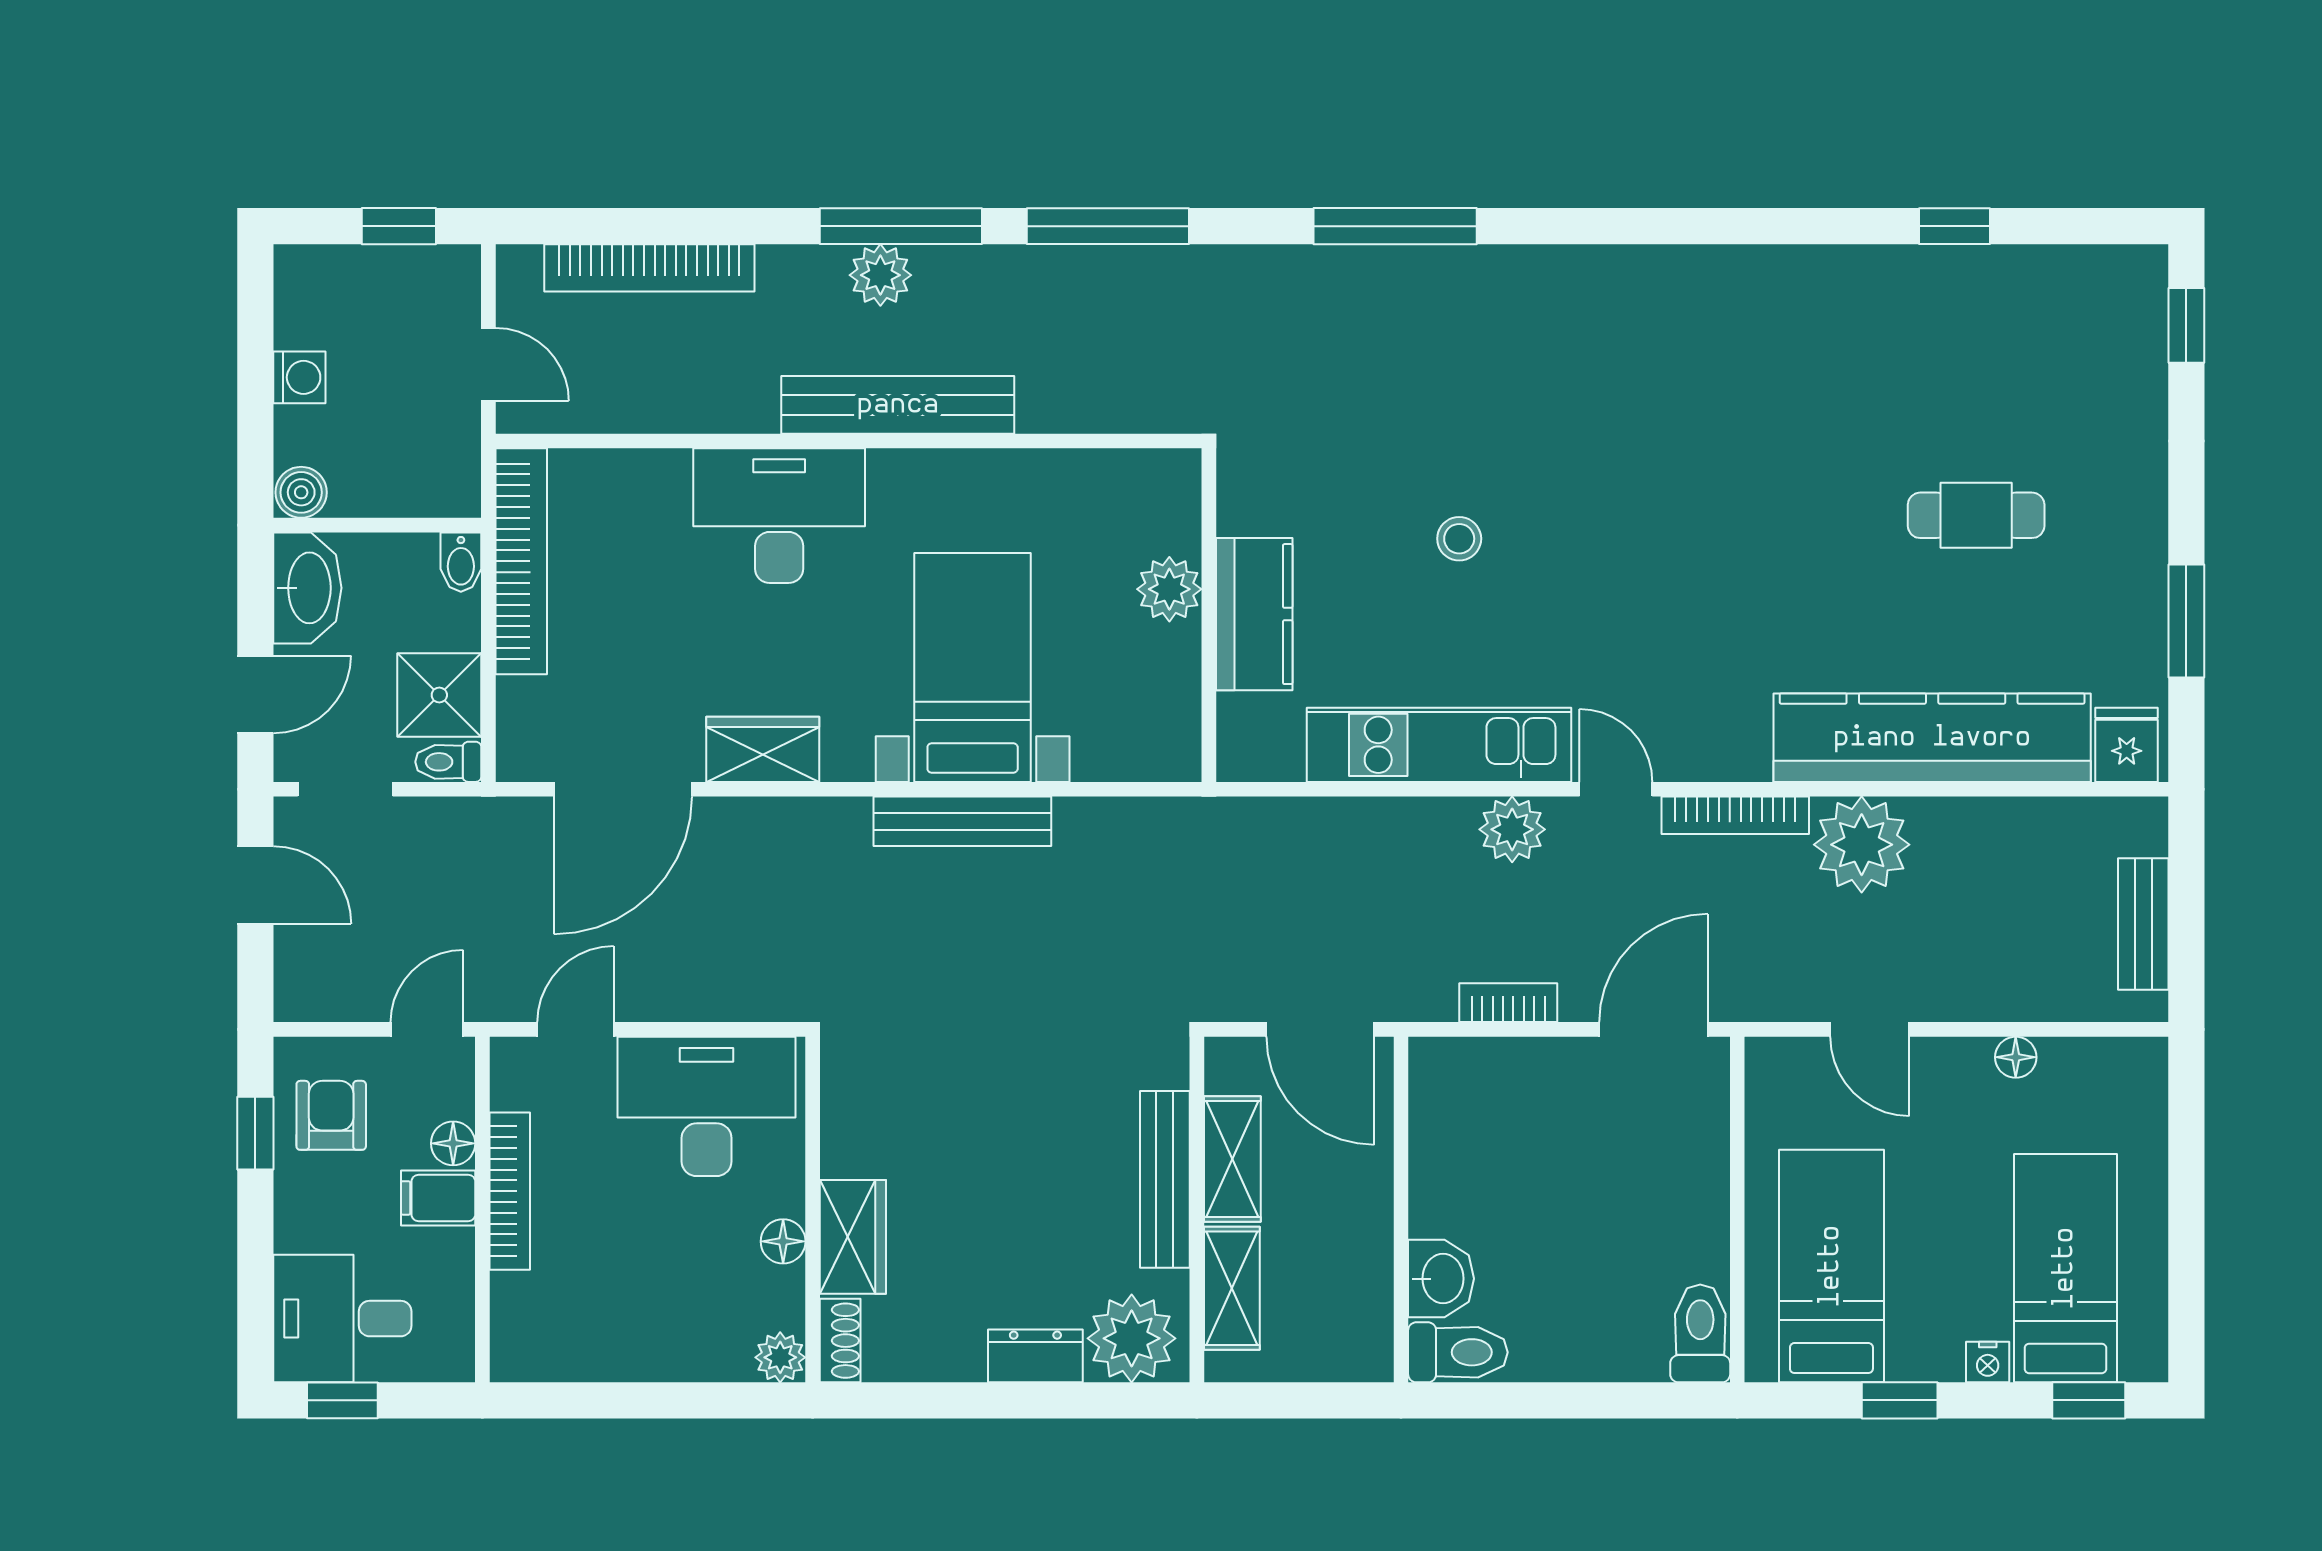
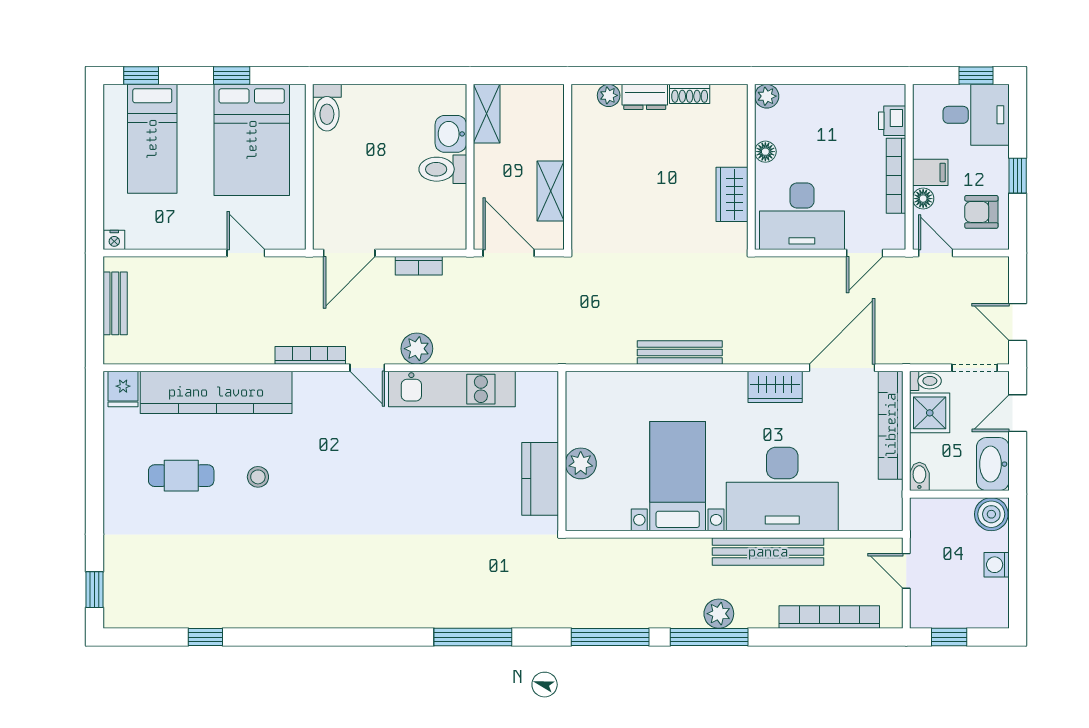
bench: (898, 405) -> (768, 552), moved
boiler: (301, 492) -> (991, 514), width x1.36, depth x1.36
cafe table: (1976, 515) -> (181, 476), moved
desk: (779, 516) -> (782, 489), width x1.36, depth x1.30
stool: (1459, 539) -> (258, 477), moved
bookcase: (521, 561) -> (891, 425), moved
kitchen counter: (1254, 614) -> (540, 479), moved
window: (2186, 621) -> (95, 448), removed
bed with nightstands: (973, 668) -> (678, 476), moved, turned 180
plant: (1862, 845) -> (250, 341), removed
door: (427, 1029) -> (936, 253), swing flipped
floor lamp: (2016, 1057) -> (176, 240), removed
armchair: (331, 1115) -> (981, 212), turned 90
window: (255, 1133) -> (1018, 176), moved
bench: (1165, 1179) -> (583, 181), removed
wardrobe: (853, 1237) -> (732, 194), moved
bed: (1831, 1266) -> (252, 140), width x1.50
shelving: (1232, 1288) -> (487, 114), moved
printer: (518, 1306) -> (892, 121), added
plant: (1132, 1338) -> (609, 95), width x0.53, depth x0.53
shoe rack: (840, 1341) -> (690, 94), moved, turned -90
toilet: (1458, 1352) -> (443, 169), moved
nightstand: (1988, 1362) -> (114, 240), moved, turned 180

